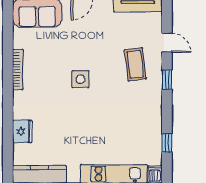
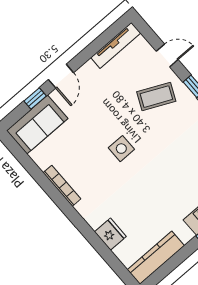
coffee table: (135, 64) -> (156, 97), turned -58

